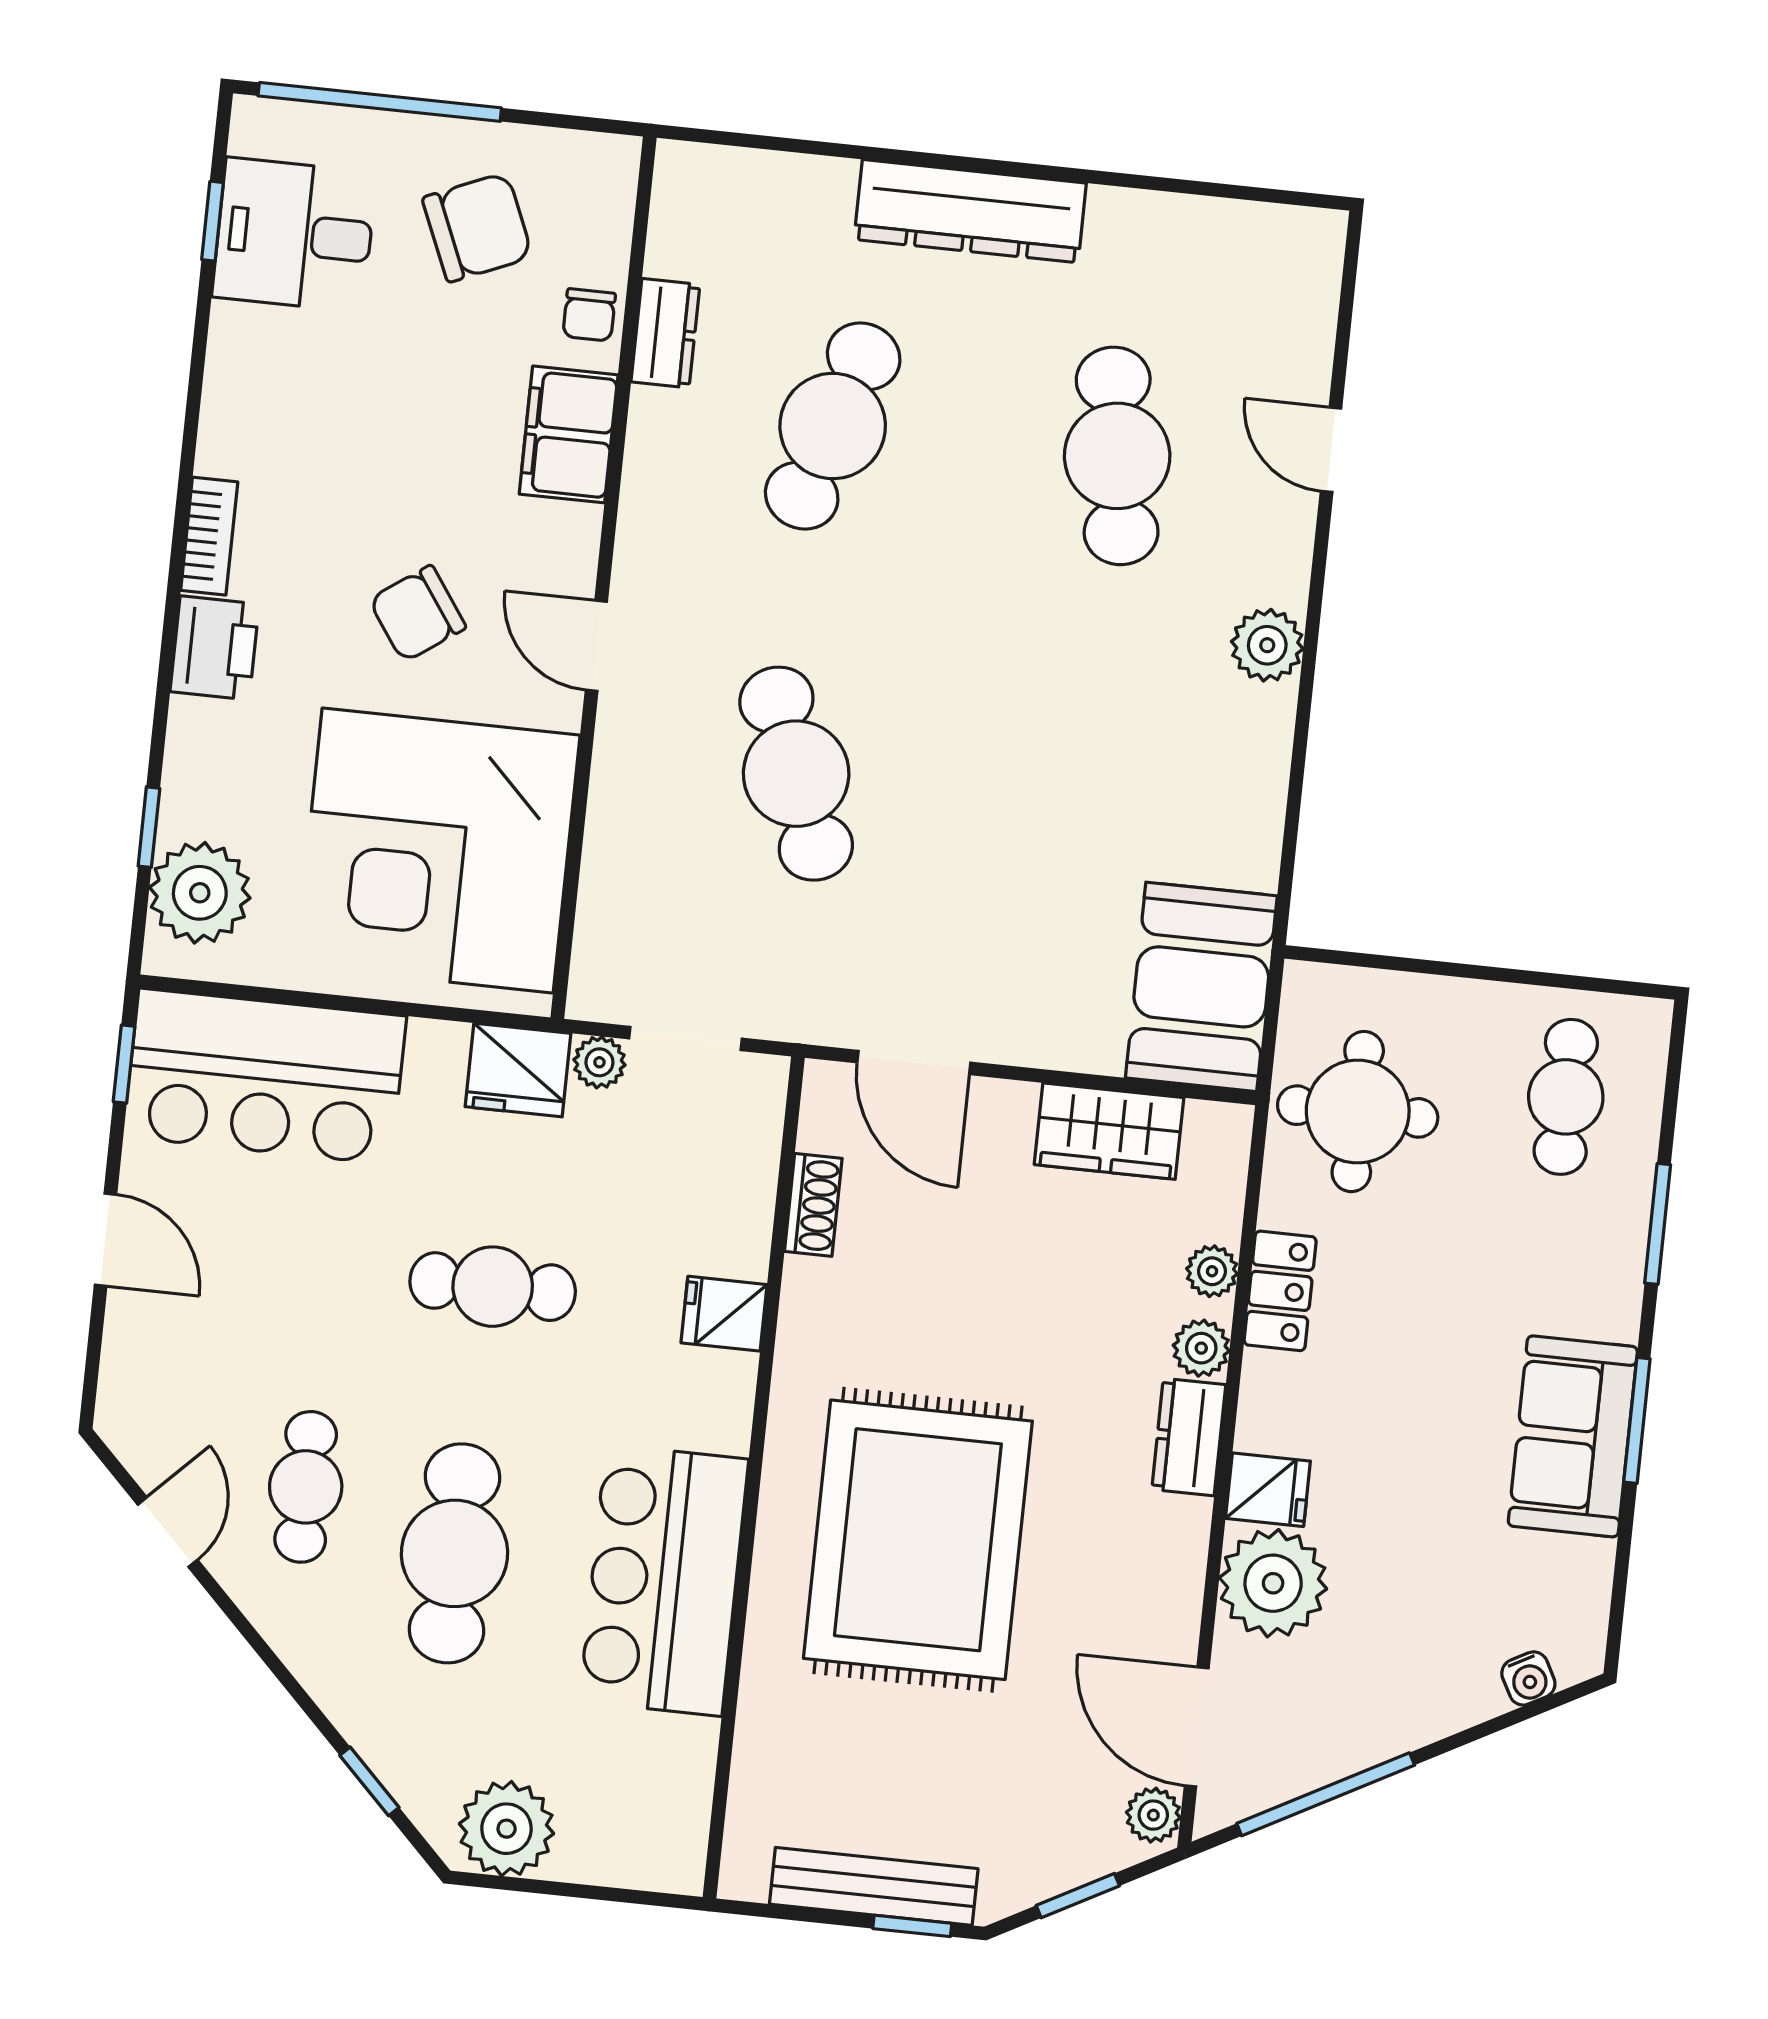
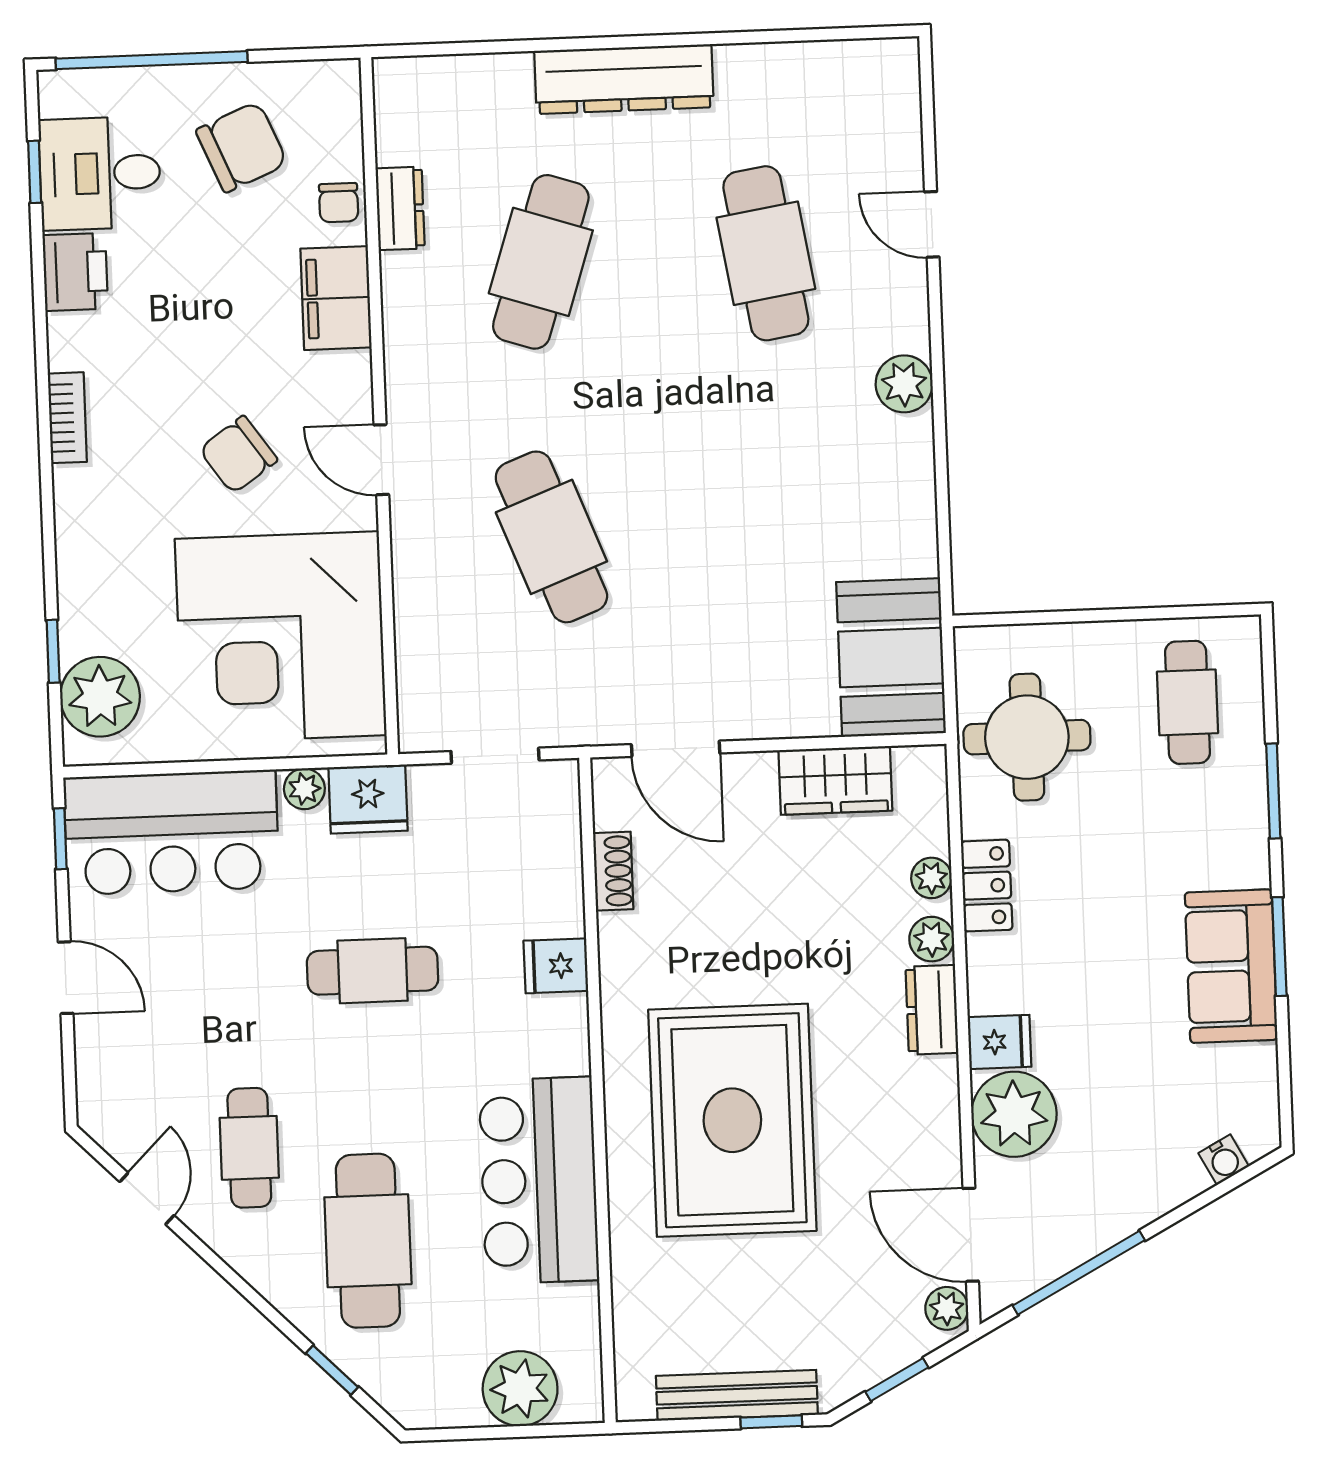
printer: (215, 648) -> (75, 272), moved
plant: (599, 1062) -> (304, 789), moved
cafe table: (455, 1553) -> (368, 1241), moved
plant: (507, 1829) -> (520, 1389), moved

